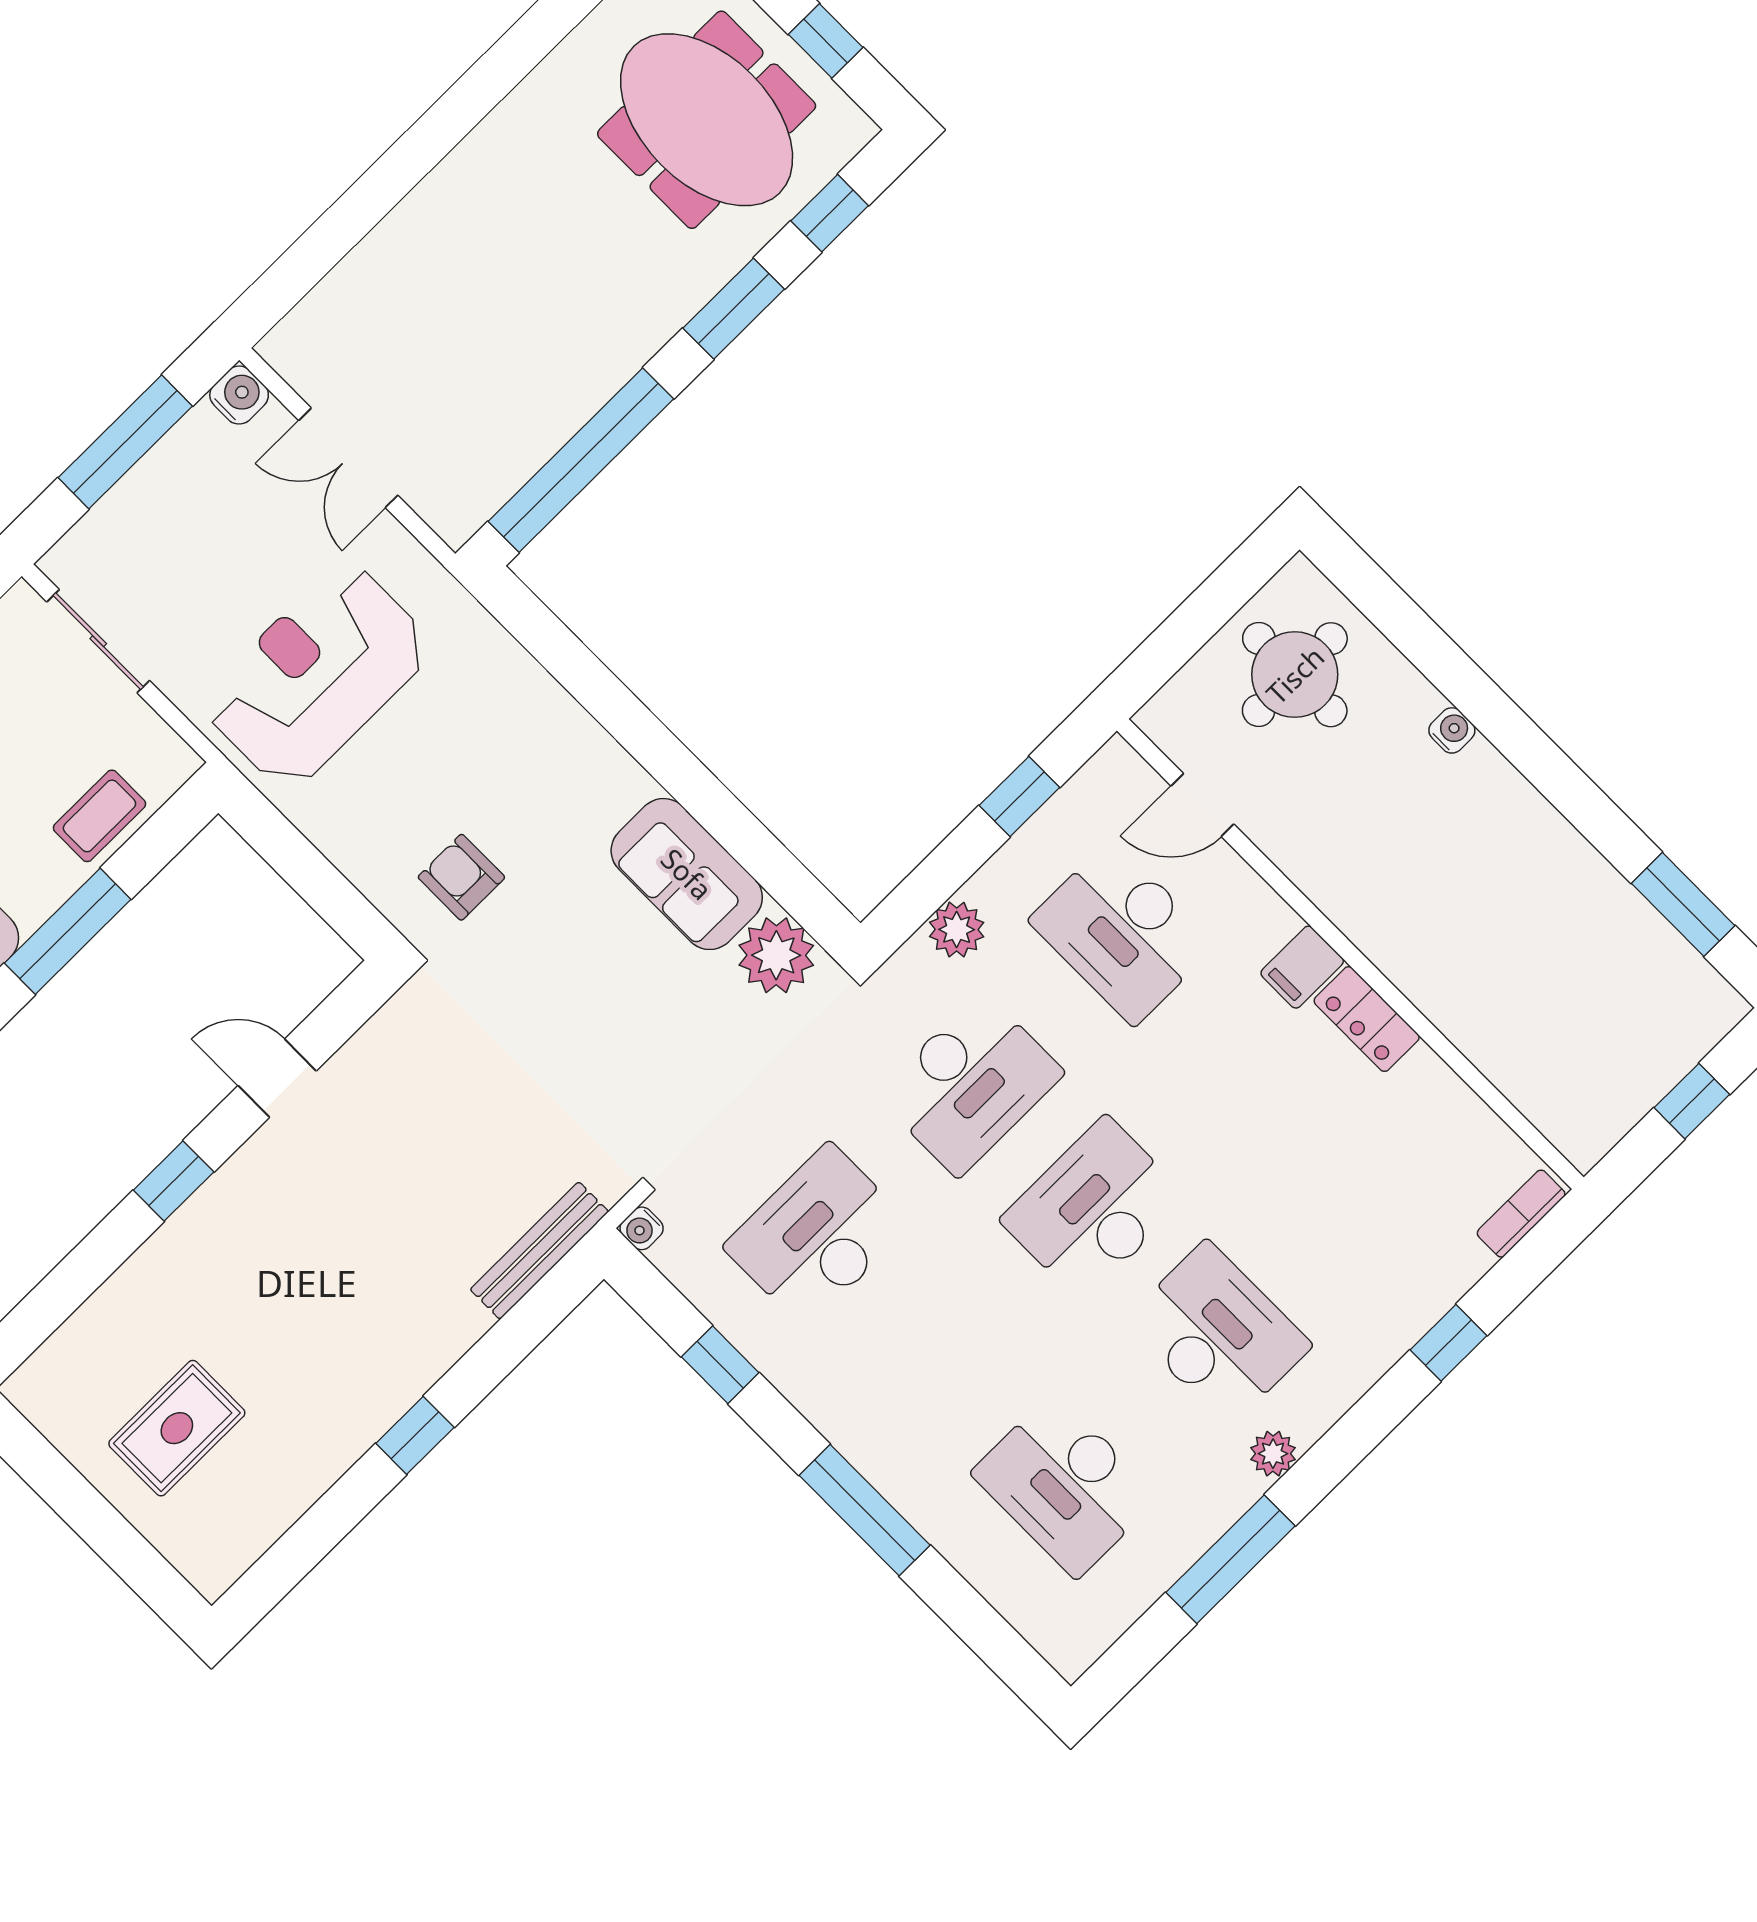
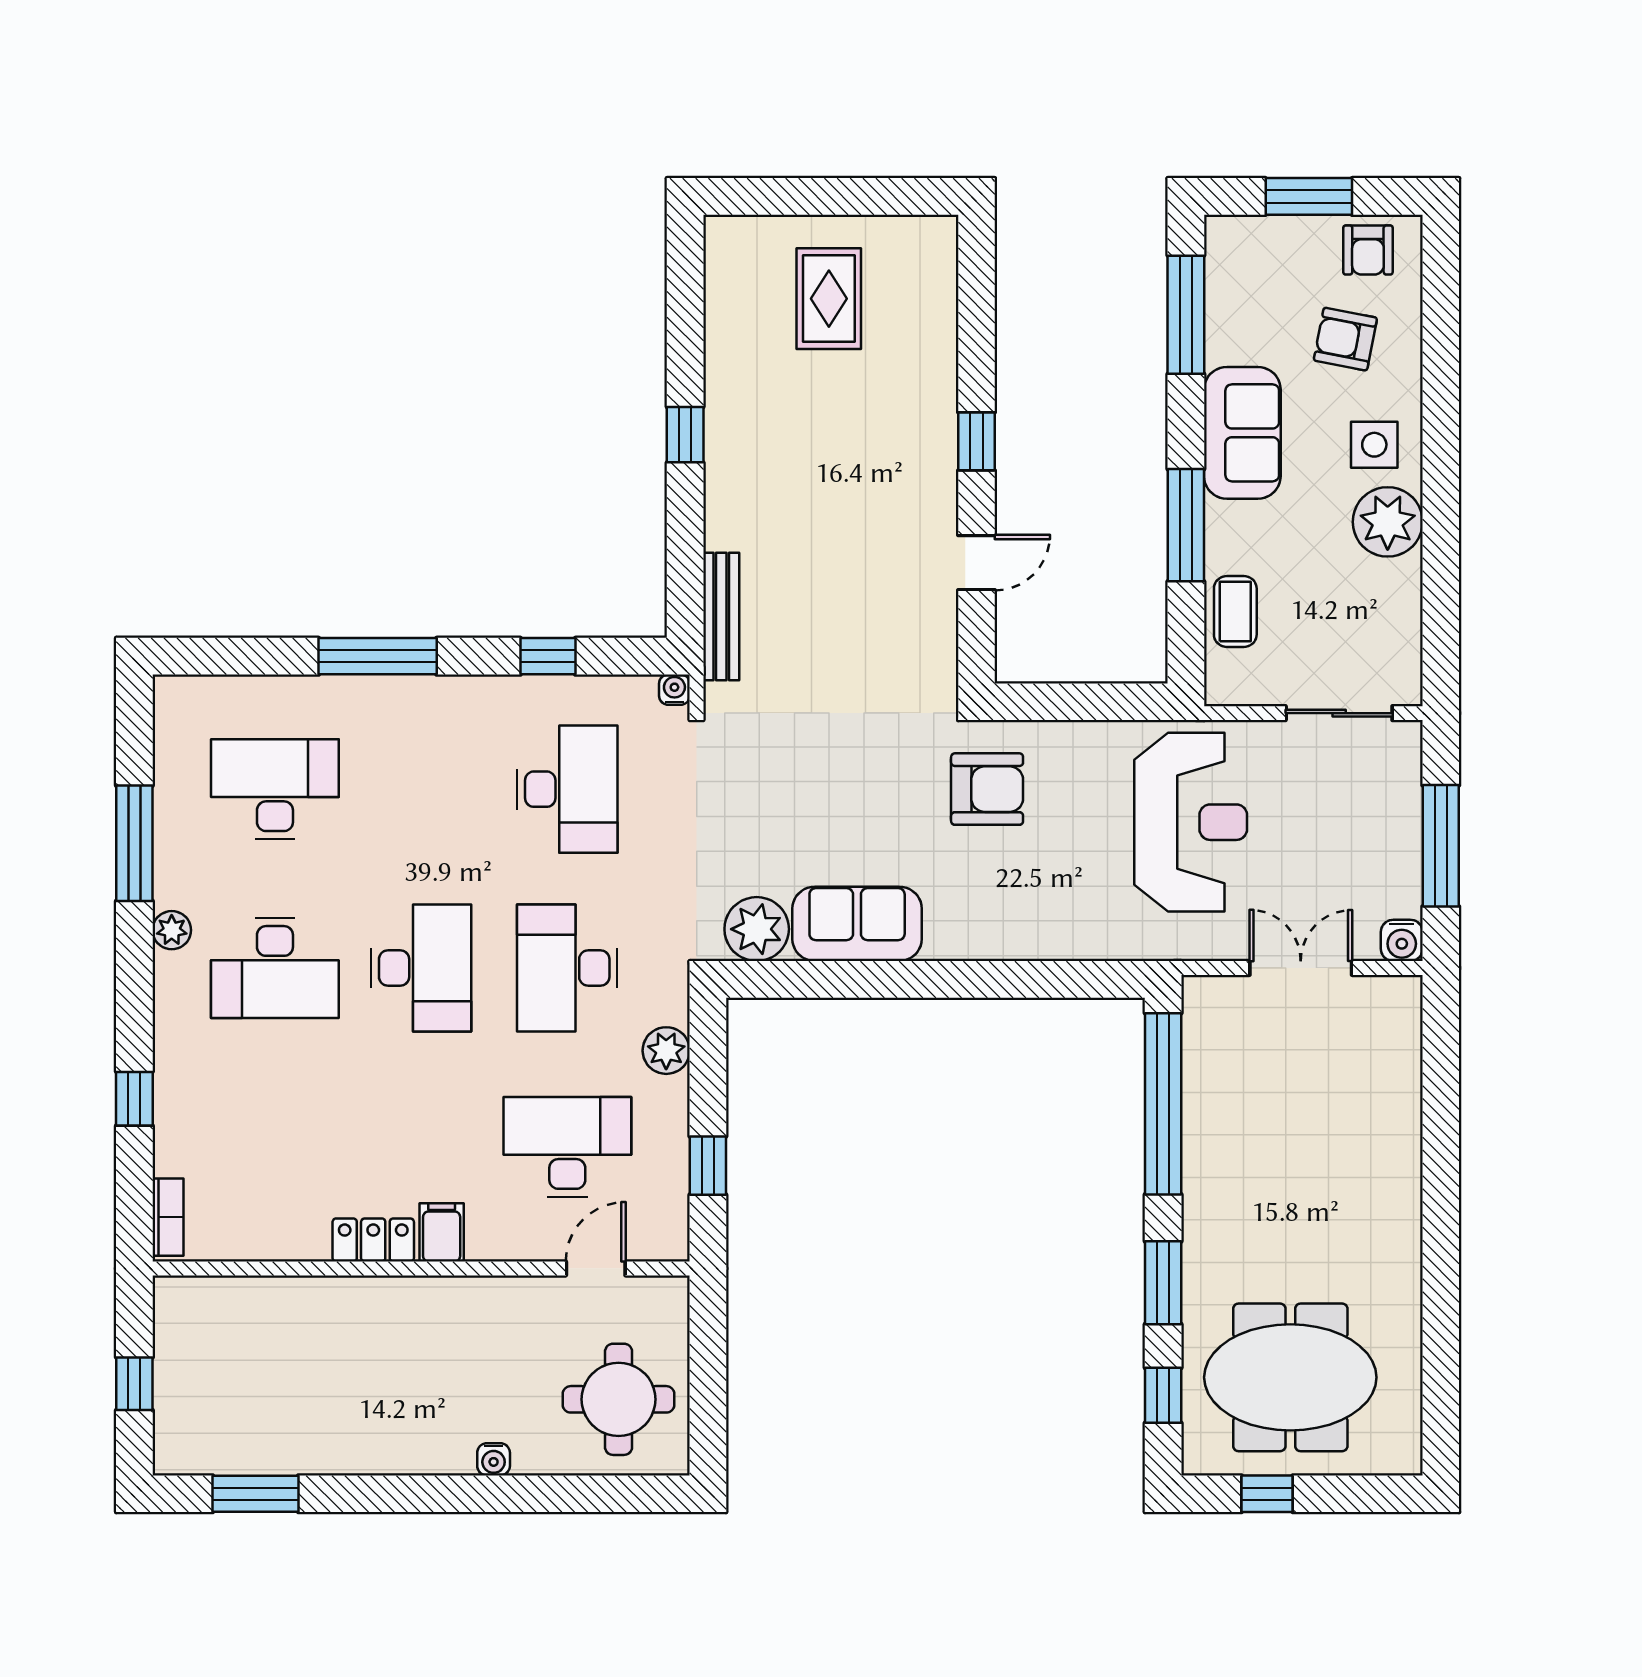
armchair: (461, 877) -> (987, 789), width x1.38, depth x1.38

